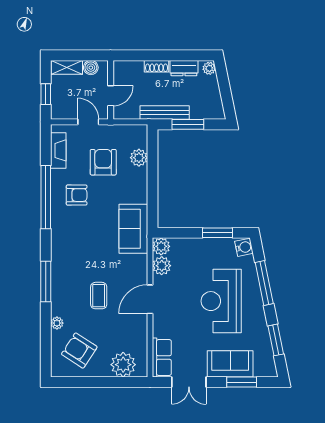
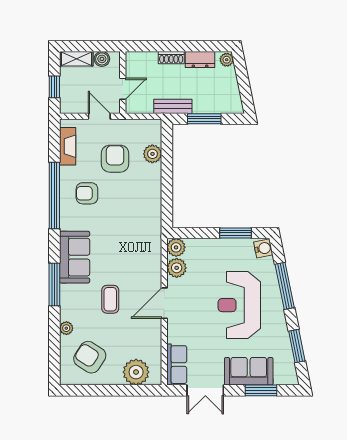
bench: (165, 113) -> (173, 106), width x0.73
armchair: (77, 195) -> (87, 193), turned 180
sofa: (133, 229) -> (75, 257), moved, turned 180

